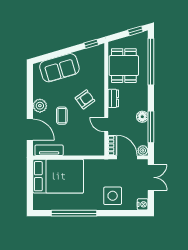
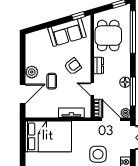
sofa: (59, 68) -> (67, 32), moved
door: (30, 130) -> (23, 94), hinge flipped
tv unit: (49, 150) -> (71, 113), moved

